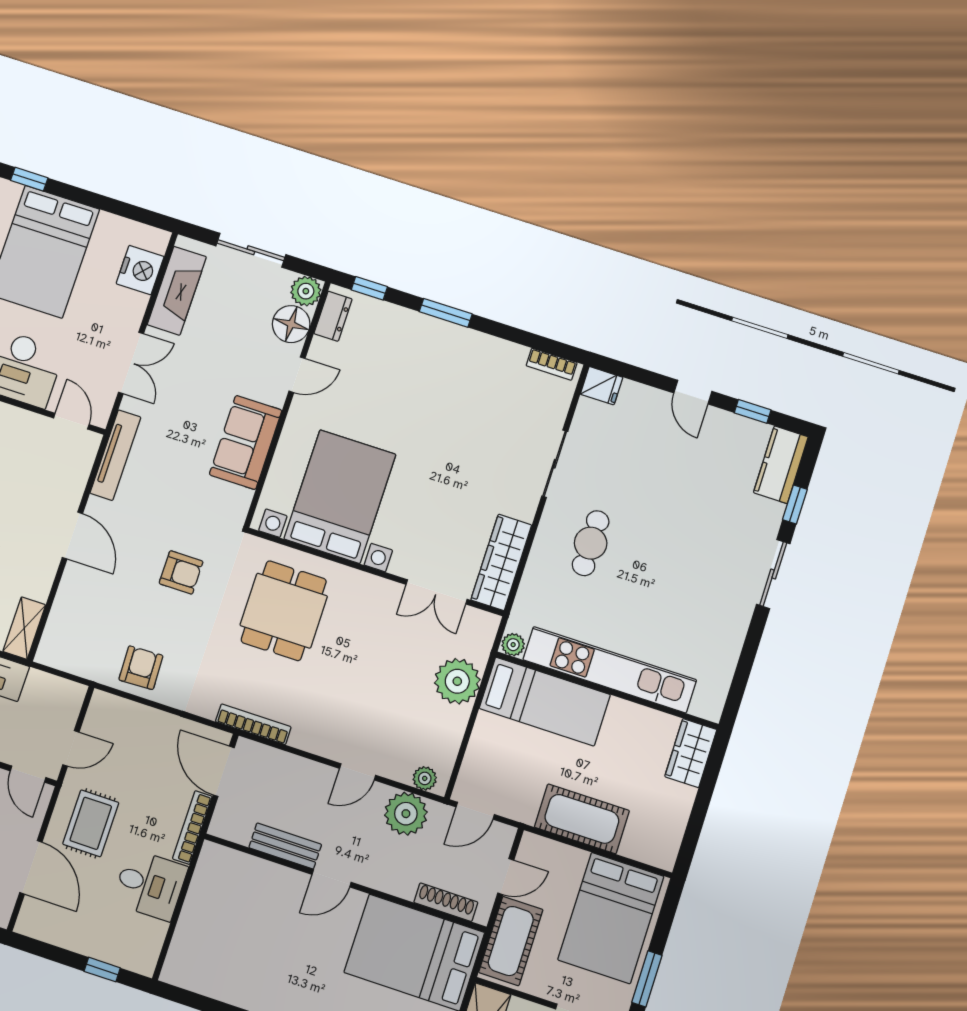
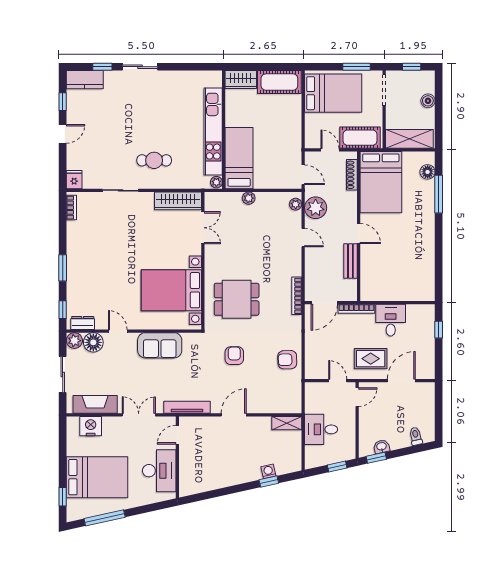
plant: (457, 681) -> (249, 198), width x0.53, depth x0.53
cot: (582, 819) -> (279, 82), moved, turned 90

